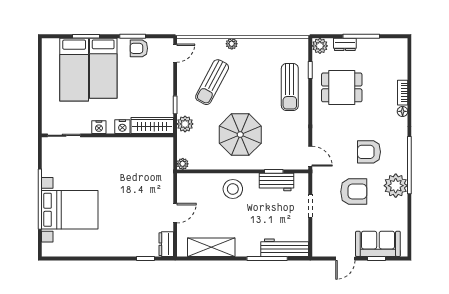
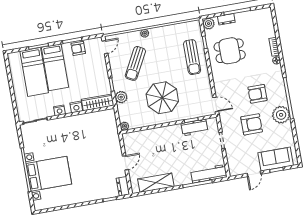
stool: (233, 189) -> (164, 138), removed

